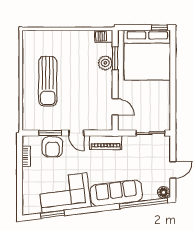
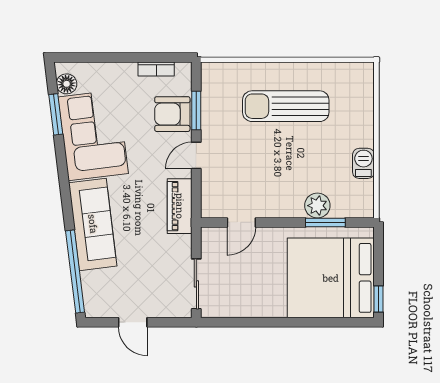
barbecue: (104, 36) -> (363, 163), moved
floor lamp: (164, 192) -> (67, 84), moved

